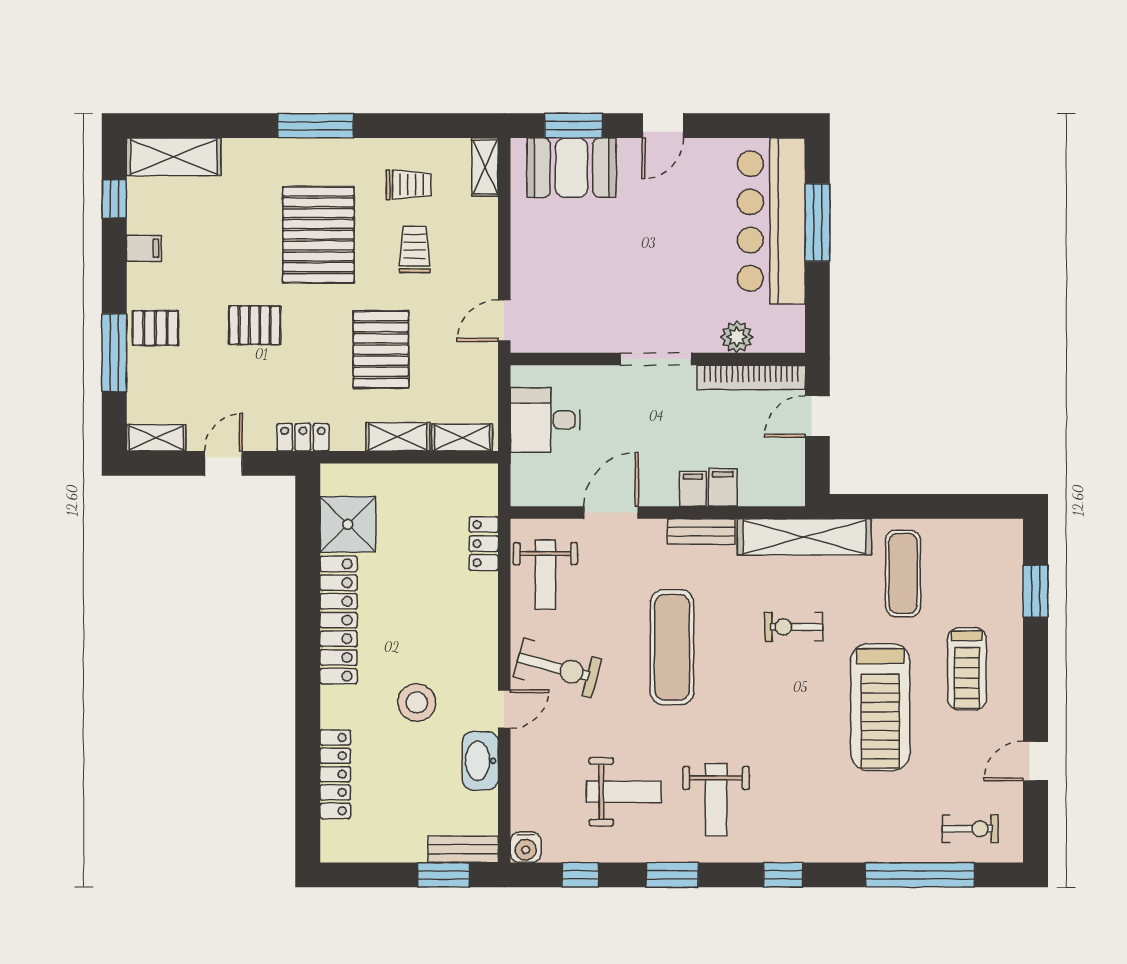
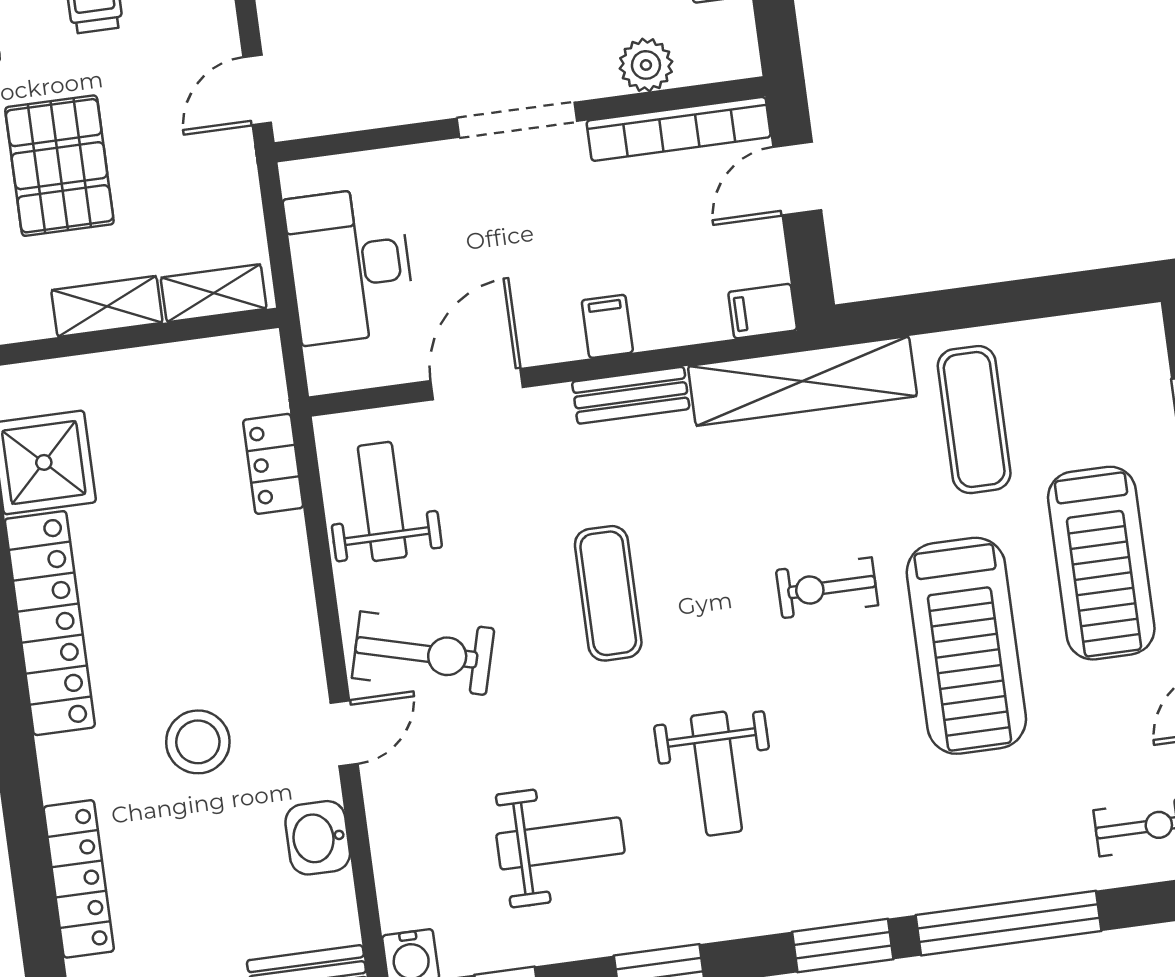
desk: (545, 420) -> (350, 265), width x1.37
filing cabinet: (723, 487) -> (763, 311), moved, turned -90
weight bench: (545, 575) -> (382, 501), turned 180
exercise bike: (794, 627) -> (827, 588), moved
exercise mat: (672, 647) -> (608, 593), width x0.73, depth x0.69
treadmill: (967, 669) -> (1101, 563), width x1.37, depth x1.38
washbasin: (480, 761) -> (318, 838), width x0.72
weight bench: (716, 800) -> (716, 774), moved
window: (783, 875) -> (843, 945), width x1.50
window: (920, 875) -> (1009, 923), moved

